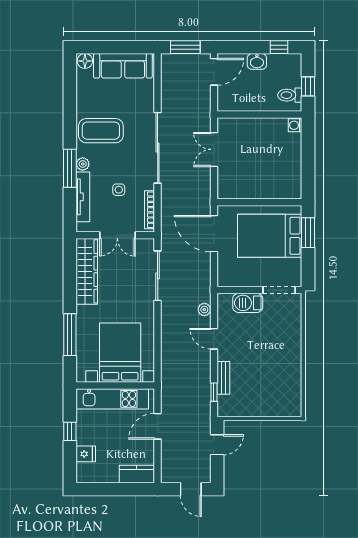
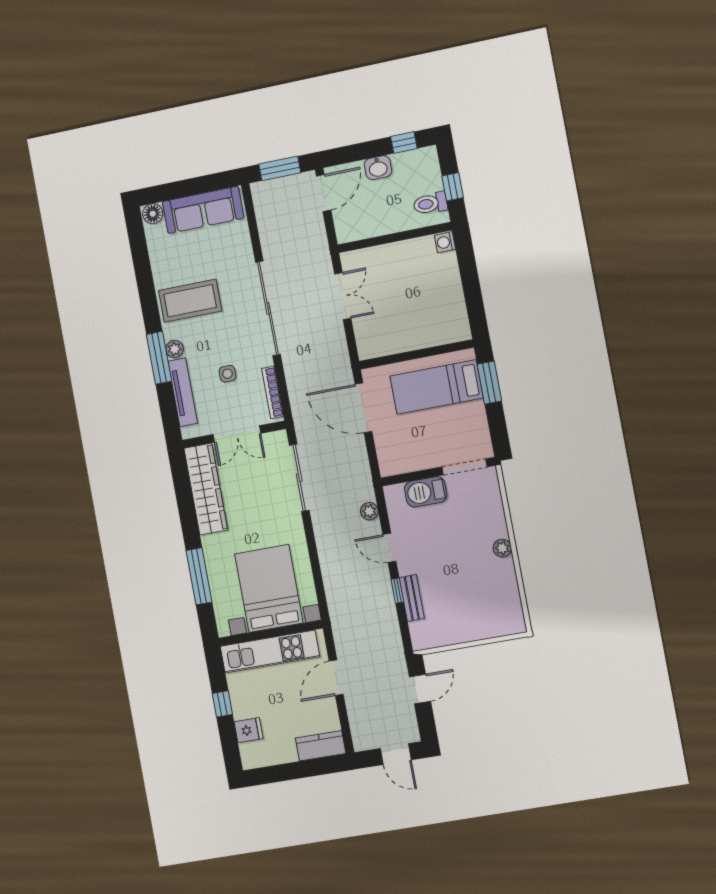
double door: (214, 149) -> (343, 296), swing flipped
bed: (270, 236) -> (437, 387), width x0.67
plant: (295, 353) -> (502, 548), added
window: (214, 392) -> (397, 591), moved

